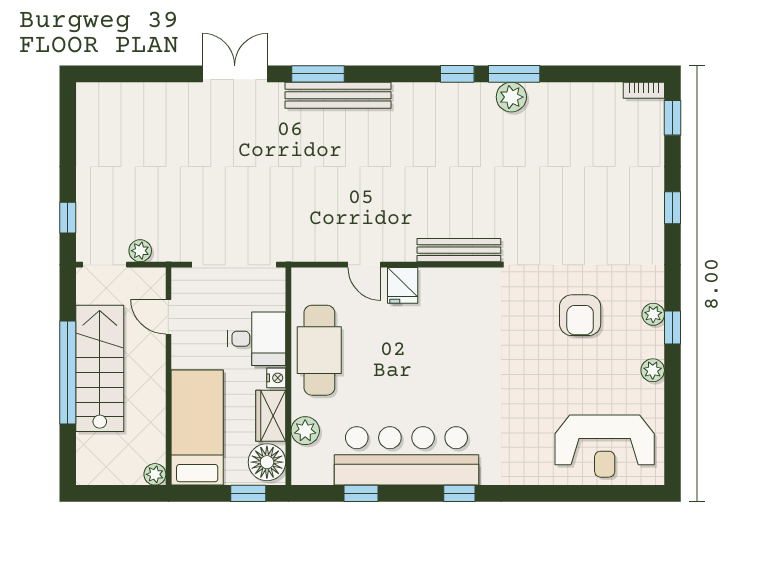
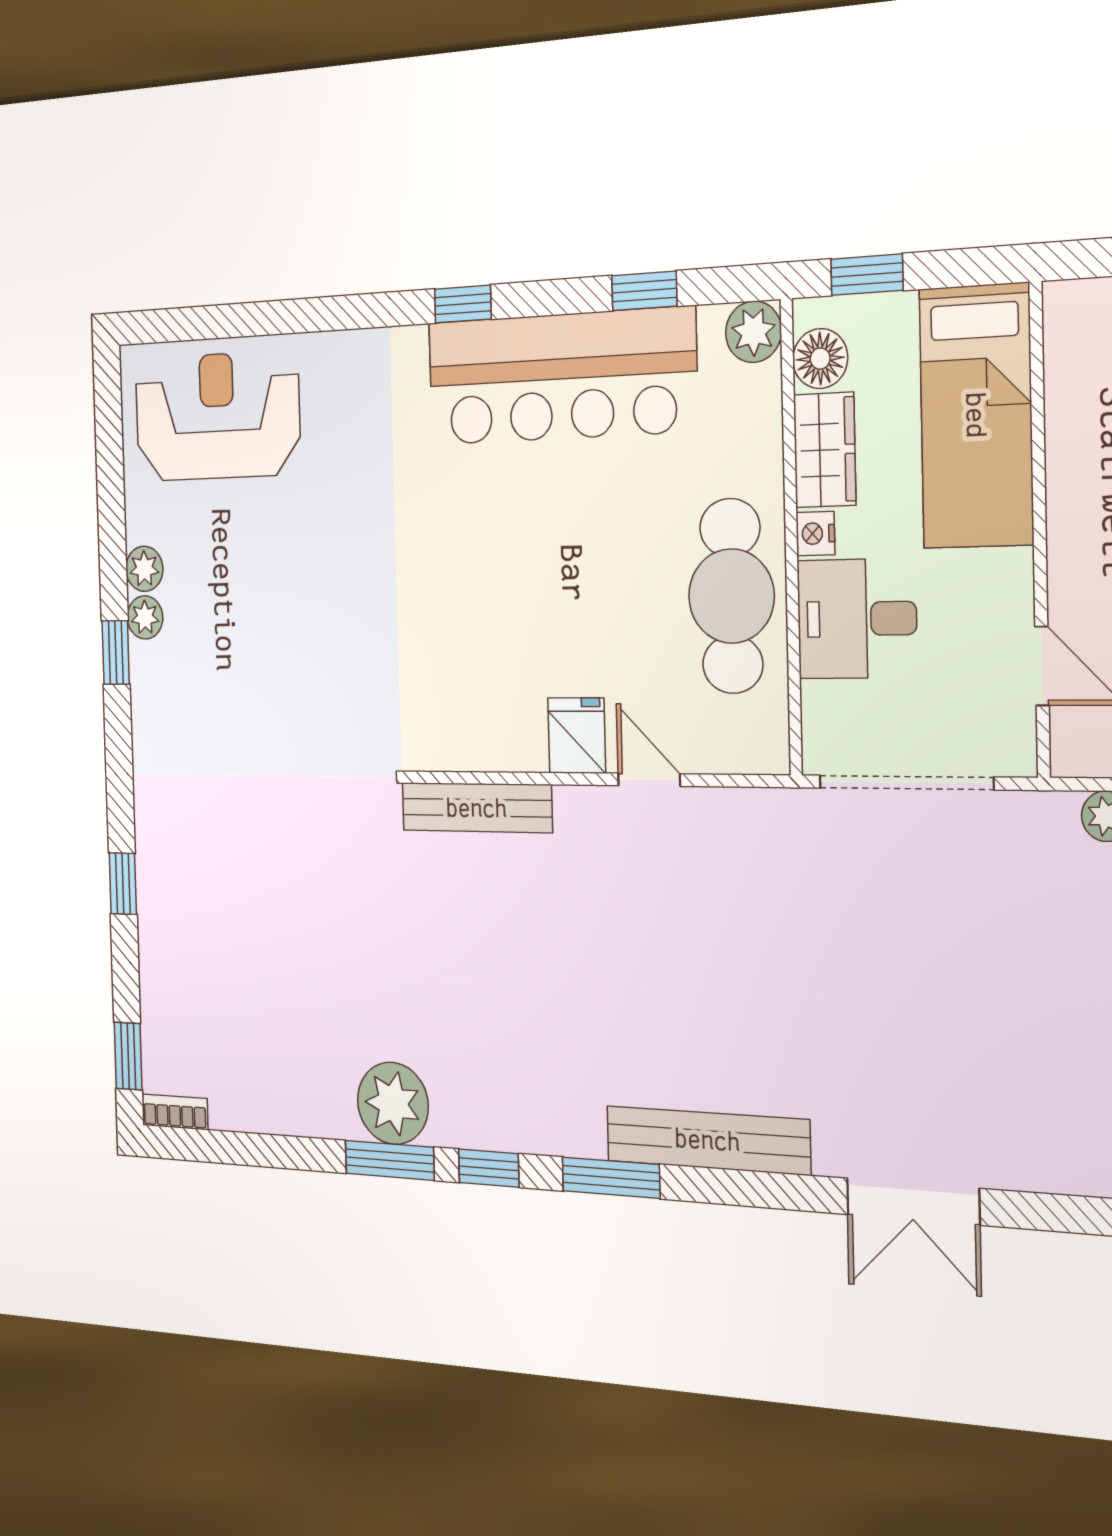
window: (318, 74) -> (611, 1178), moved
plant: (511, 97) -> (393, 1103), width x1.36, depth x1.36
plant: (653, 314) -> (145, 617), moved
armchair: (580, 315) -> (265, 675), removed
plant: (305, 431) -> (753, 332), moved
floor lamp: (267, 462) -> (820, 359), width x0.73, depth x0.73
plant: (155, 474) -> (1065, 304), removed

